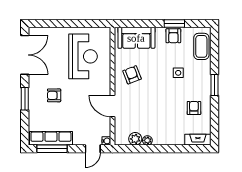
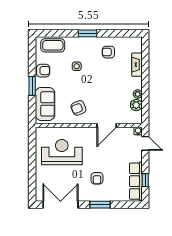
window: (174, 24) -> (32, 86), moved
fireplace: (198, 140) -> (137, 65), moved
window: (52, 149) -> (145, 180), width x0.46

